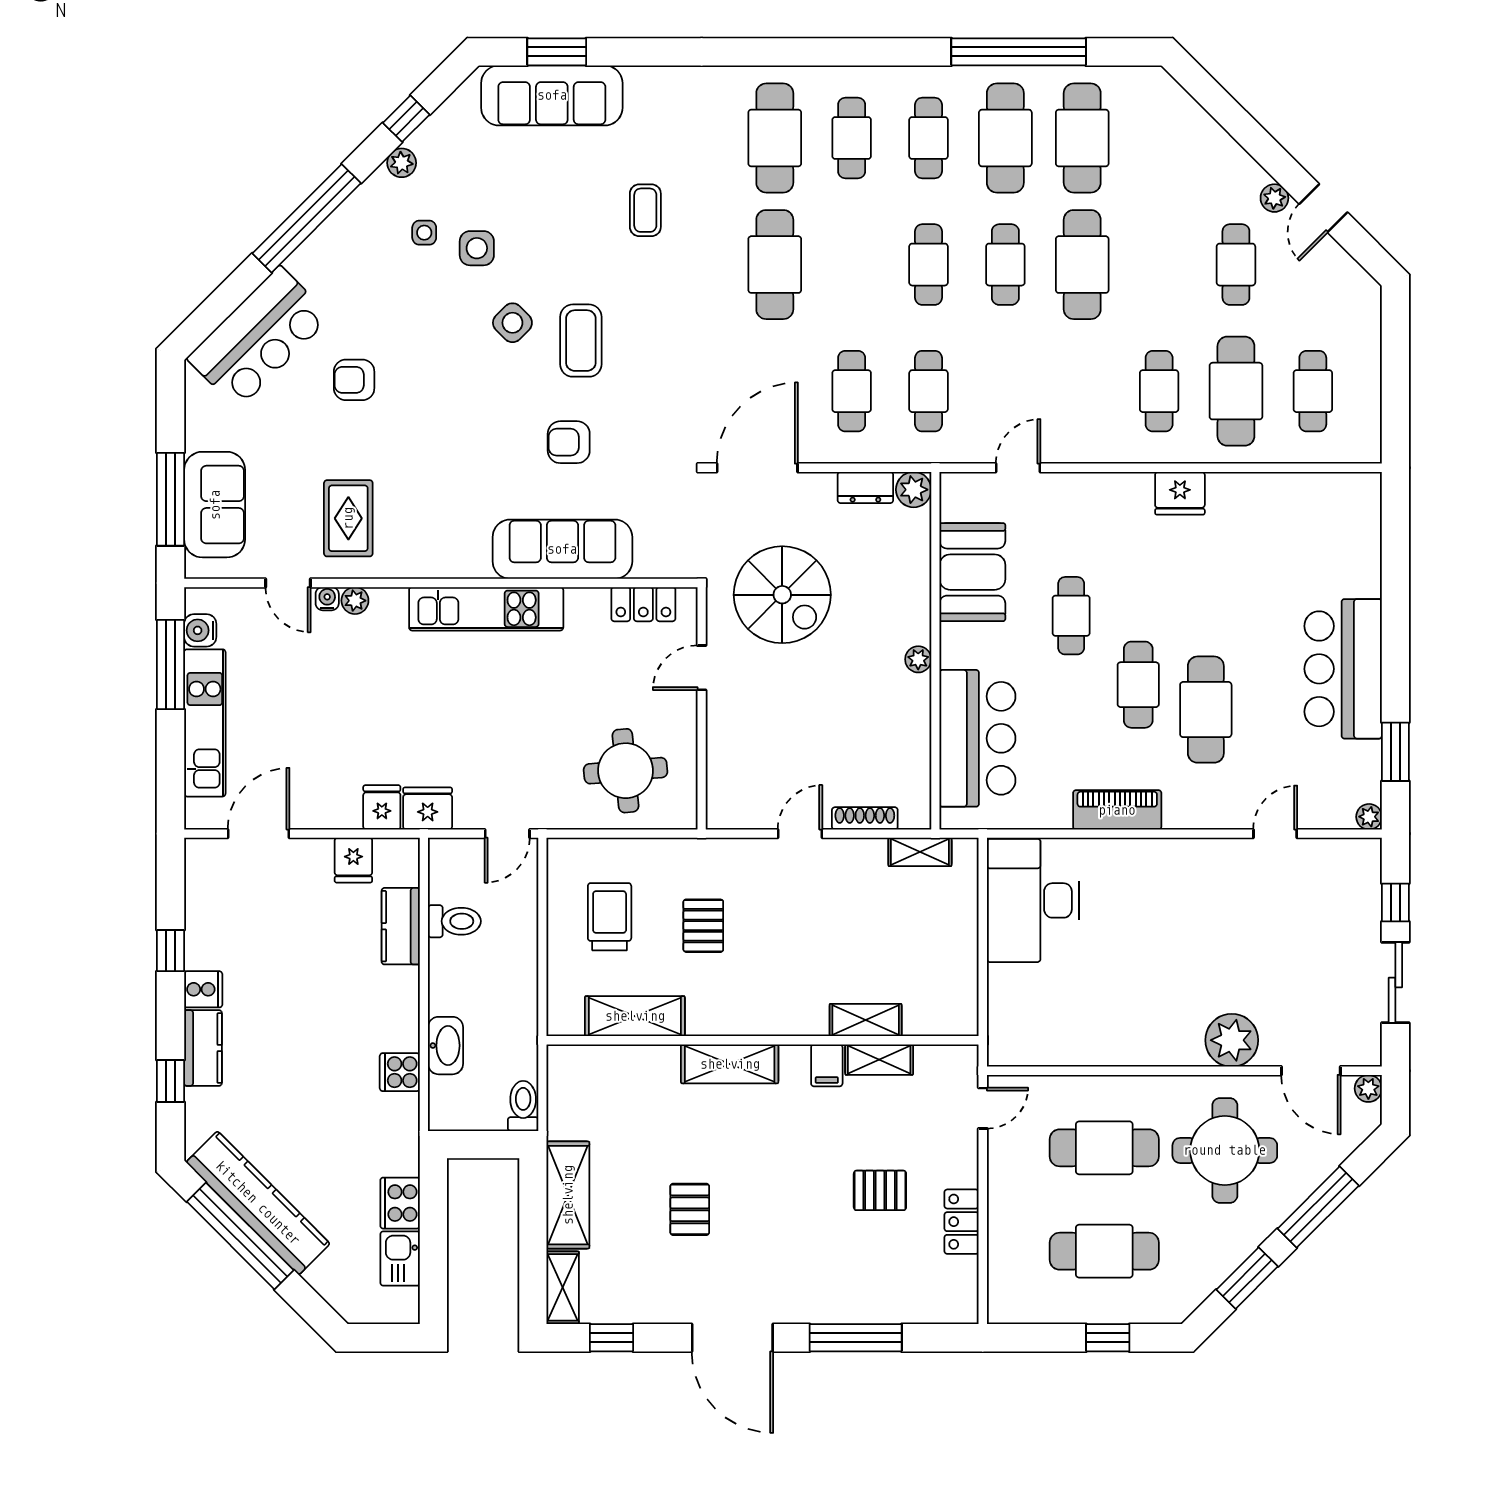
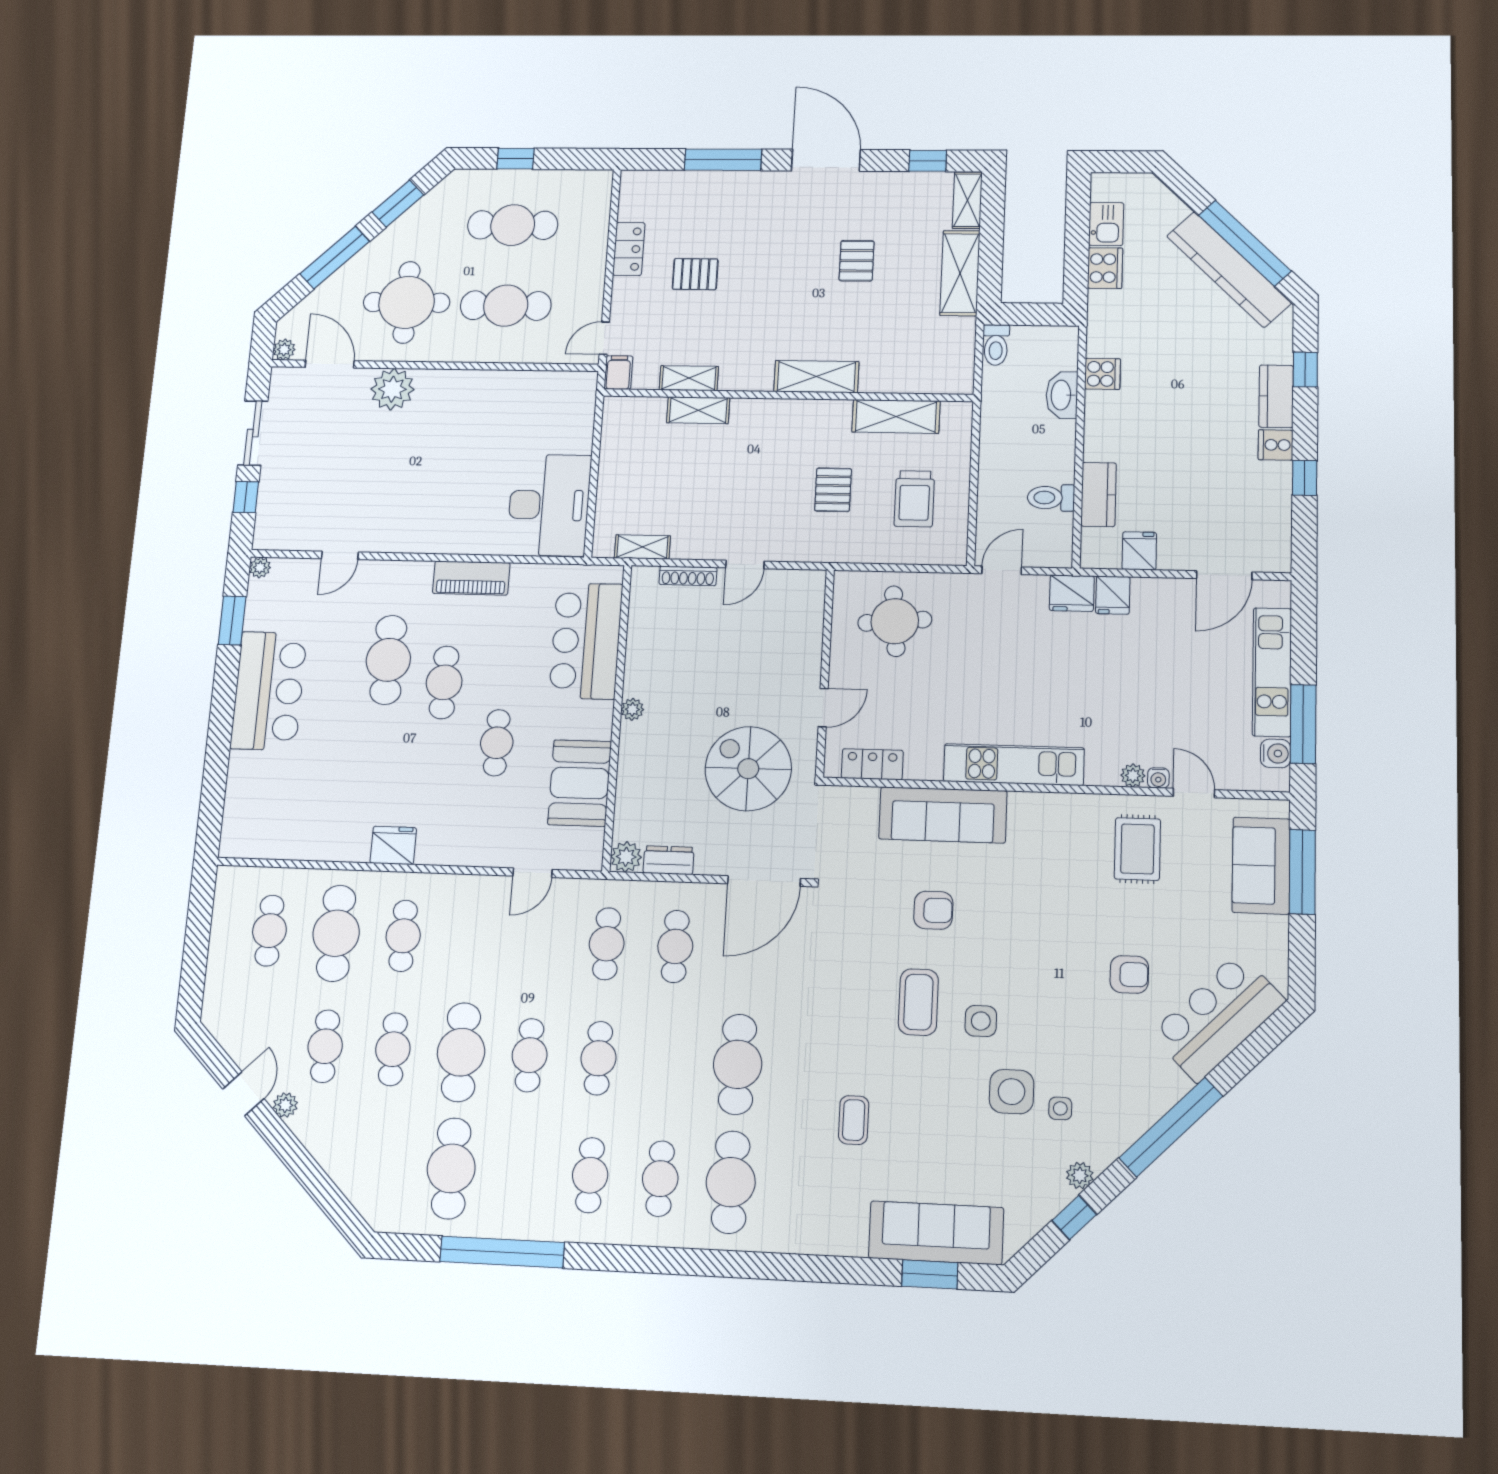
cafe table: (1005, 138) -> (393, 1049), moved, width x0.73, depth x0.74
side table: (477, 248) -> (1012, 1092), width x1.37, depth x1.37
side table: (512, 323) -> (981, 1021), turned 45
filing cabinet: (827, 1065) -> (618, 372), moved

